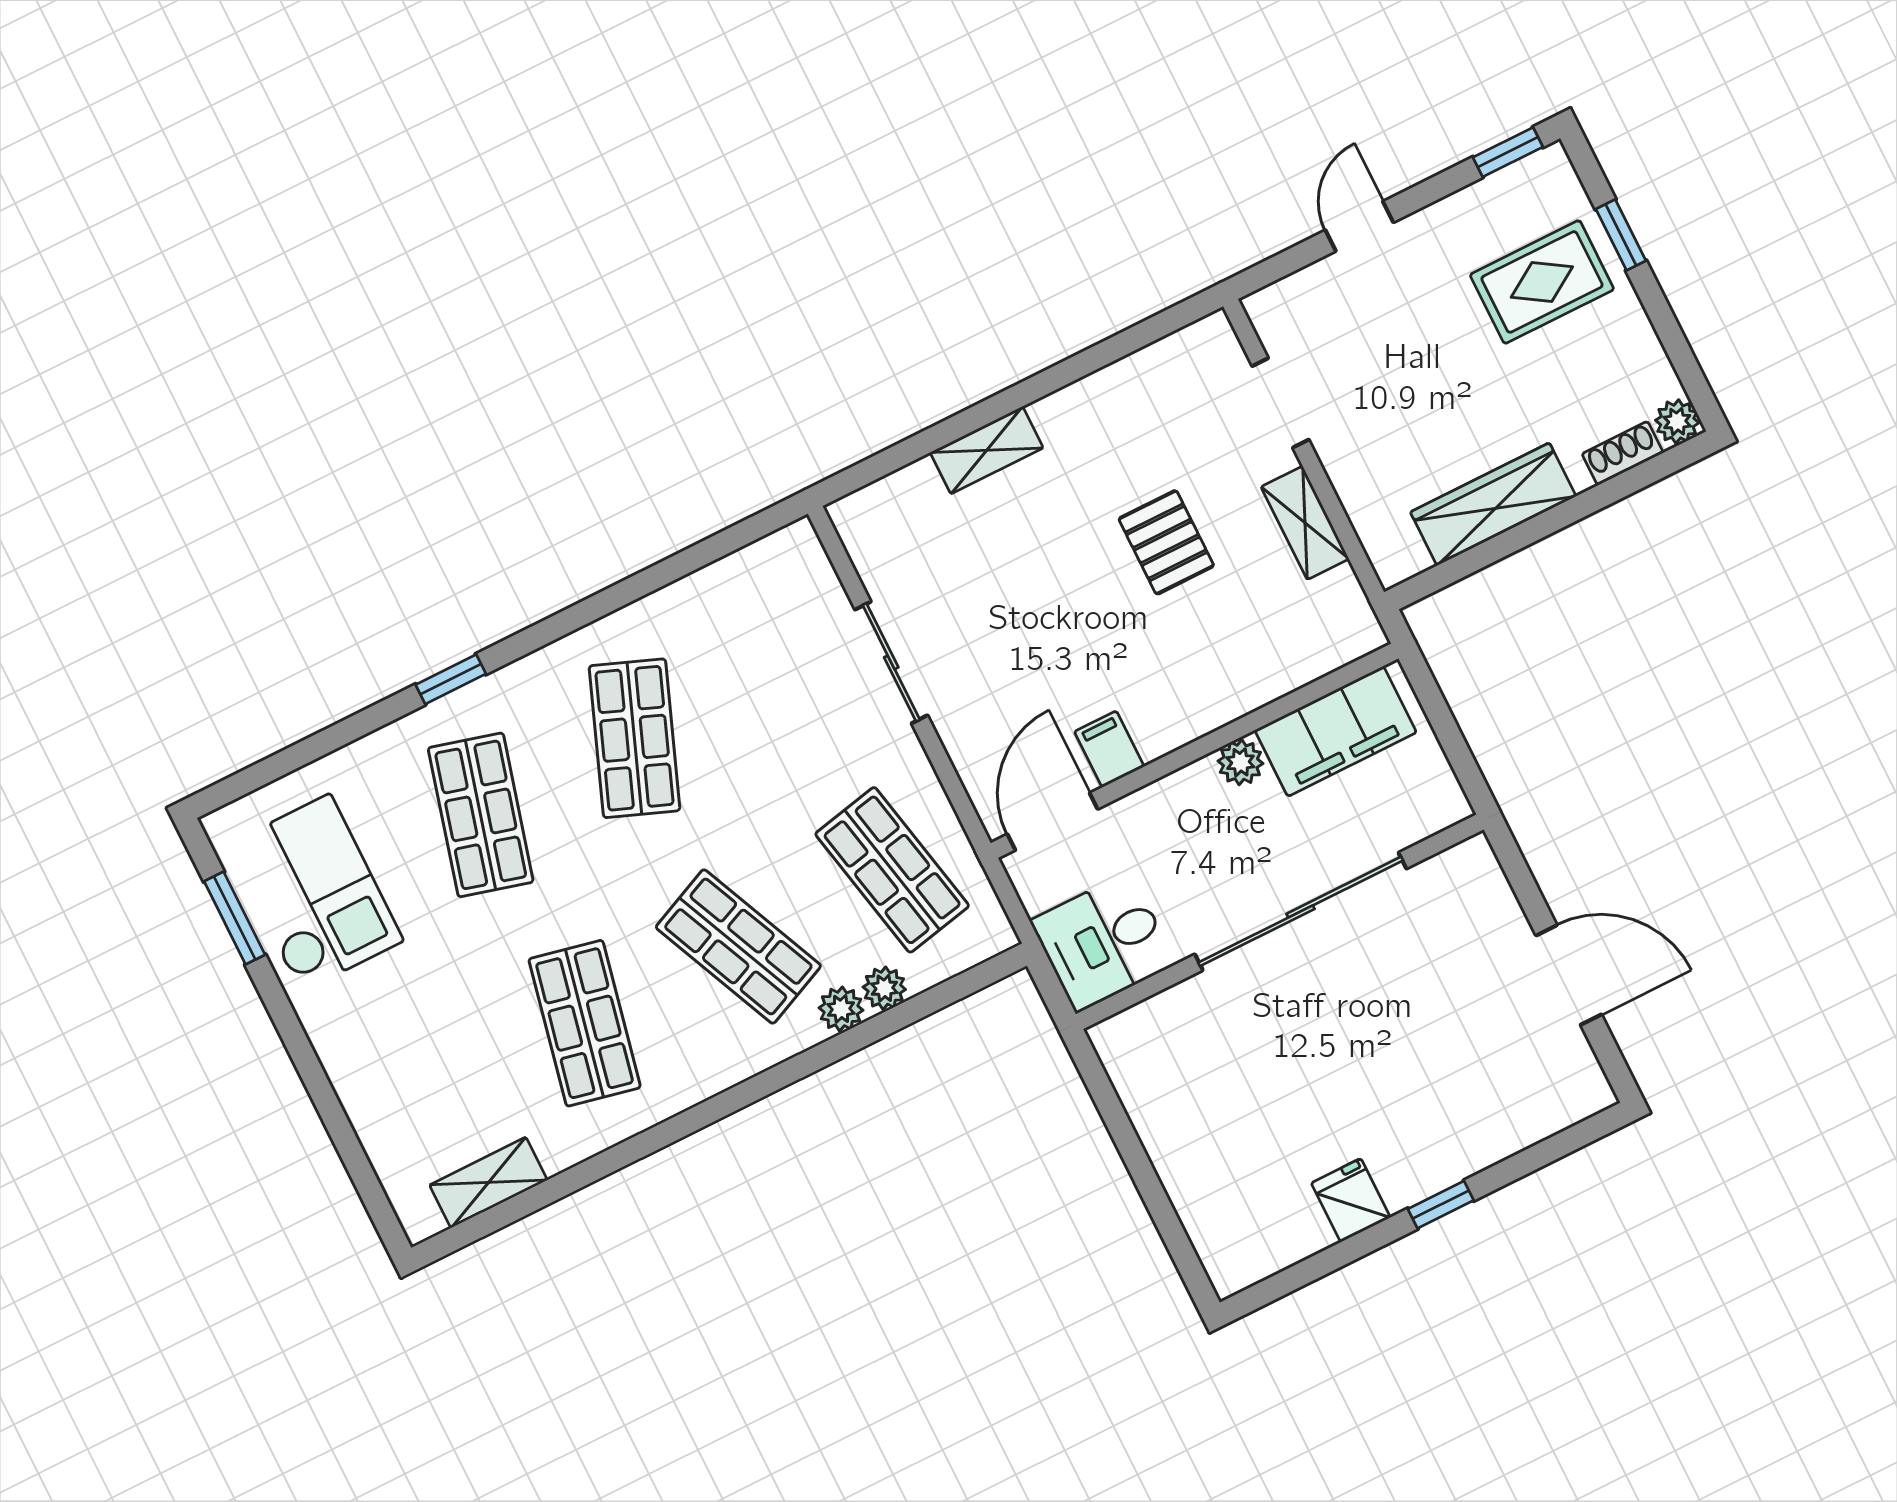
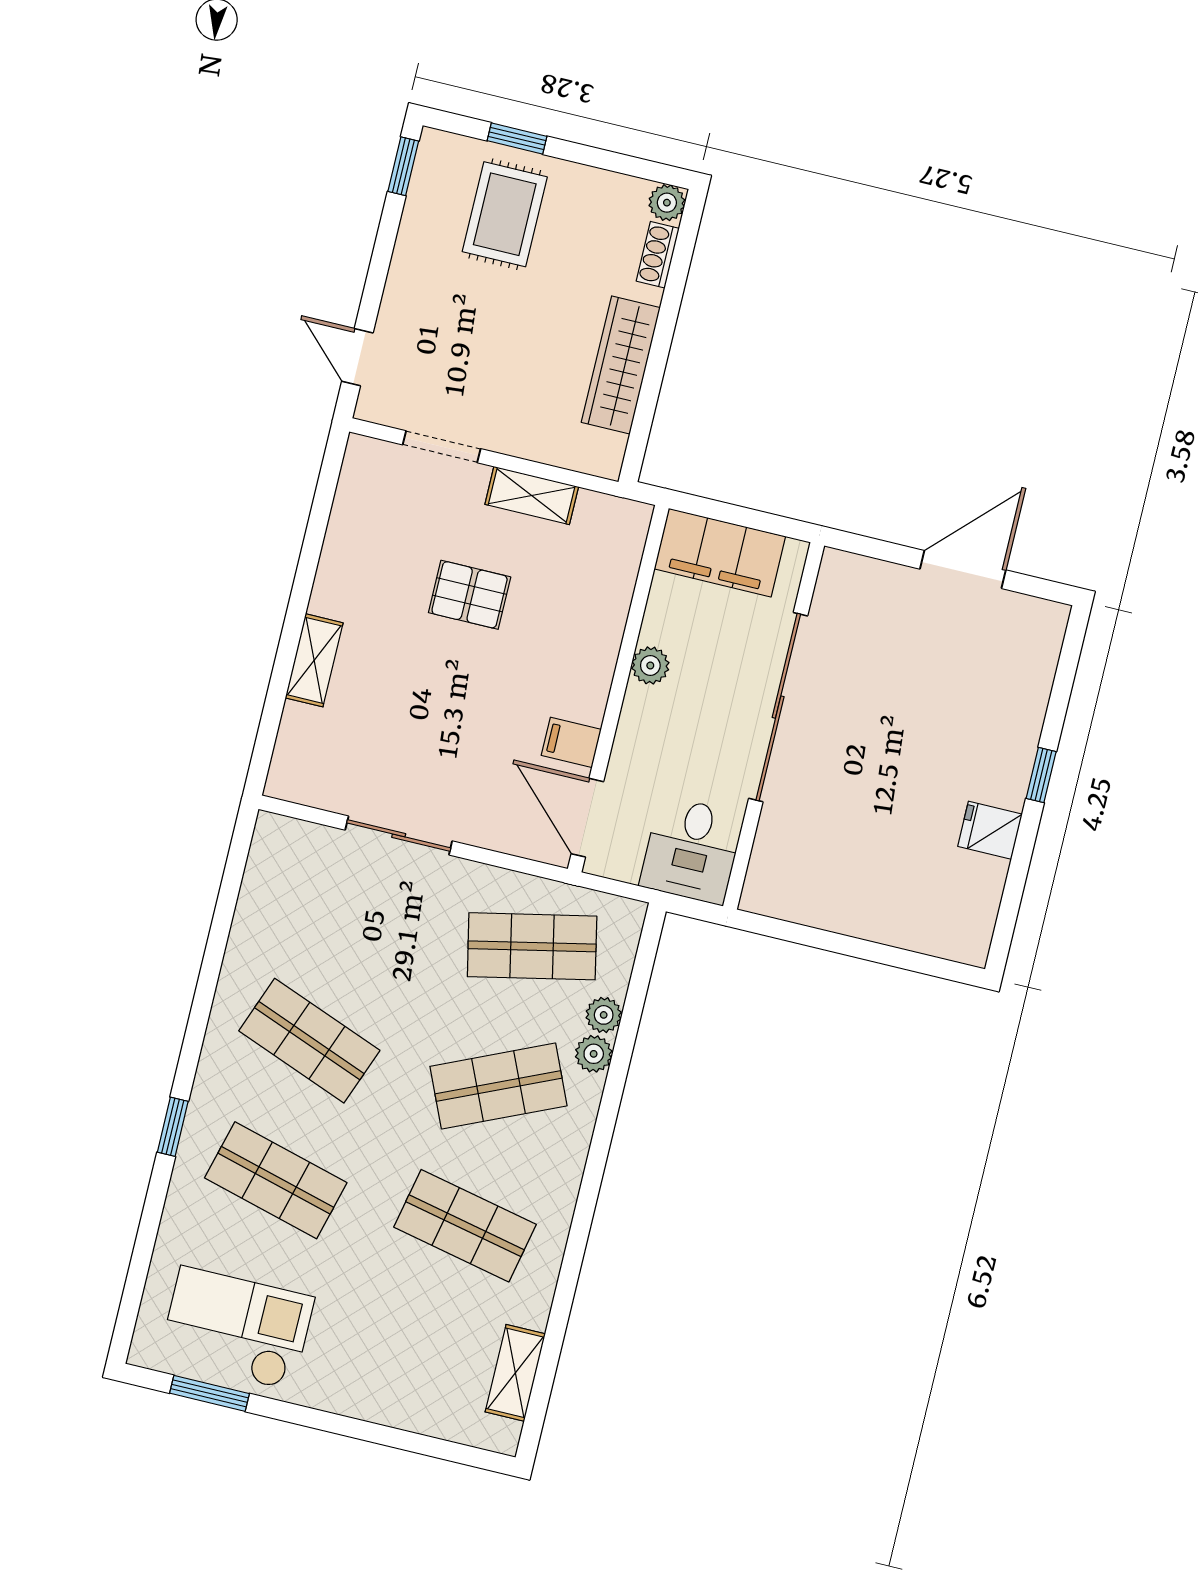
door: (1359, 226) -> (357, 357), moved
filing cabinet: (1336, 731) -> (720, 553), moved, turned 90

